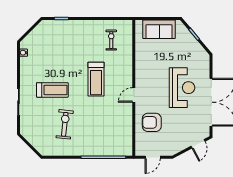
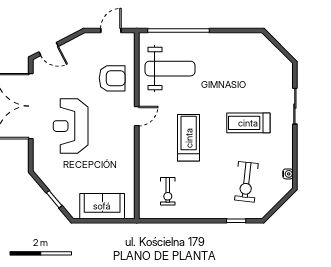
exercise bike: (65, 124) -> (246, 182), moved
weight bench: (110, 130) -> (170, 69), added
door: (198, 144) -> (49, 49), swing flipped

